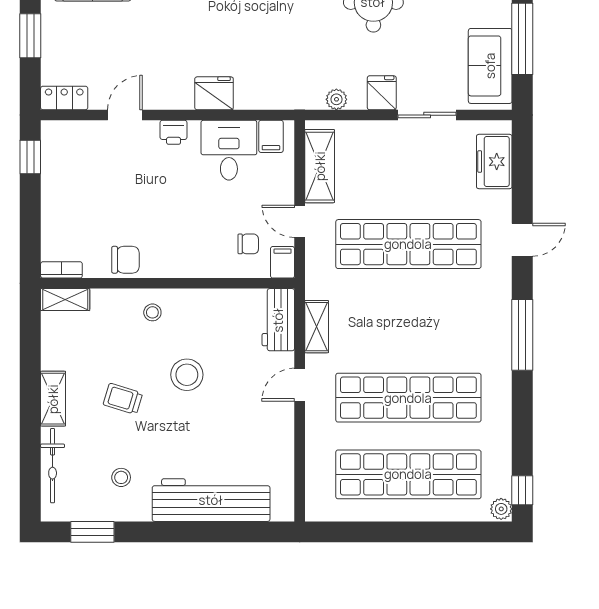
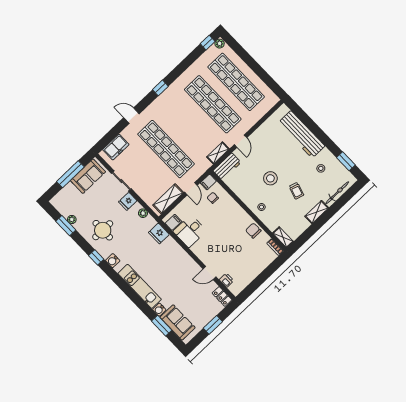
fridge: (214, 93) -> (159, 233), moved
printer: (174, 132) -> (226, 280), moved
window: (30, 157) -> (250, 290), removed
window: (522, 335) -> (160, 88), width x0.46
door: (300, 385) -> (241, 141), hinge flipped

